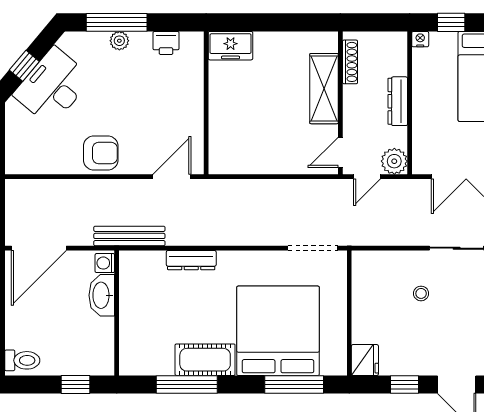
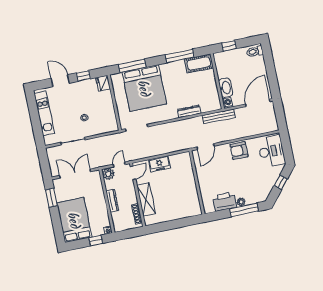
printer: (166, 43) -> (225, 202), width x1.87, depth x1.48
freezer: (231, 46) -> (159, 164), moved, turned 180
desk: (53, 86) -> (271, 151), moved, turned -40
cot: (205, 360) -> (199, 63), moved

